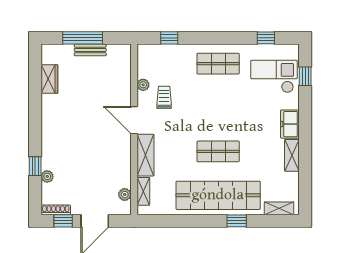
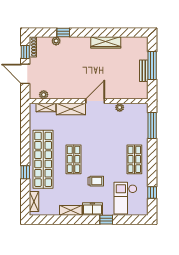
window: (169, 38) -> (152, 126), width x2.17
checkout: (274, 76) -> (125, 198), turned 180
window: (305, 76) -> (106, 220), moved
wardrobe: (49, 79) -> (106, 42), moved, width x1.50
trolley: (164, 97) -> (96, 181), moved

